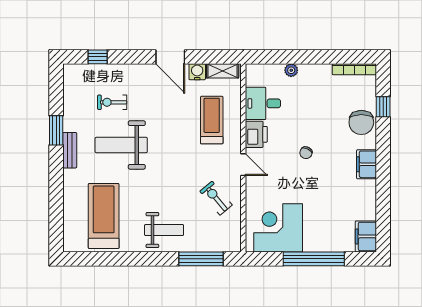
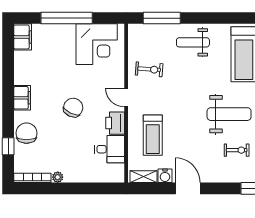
plant: (291, 70) -> (58, 177), moved
chair: (306, 153) -> (73, 108), width x1.87, depth x1.87
exercise bike: (216, 198) -> (149, 69), turned -46

